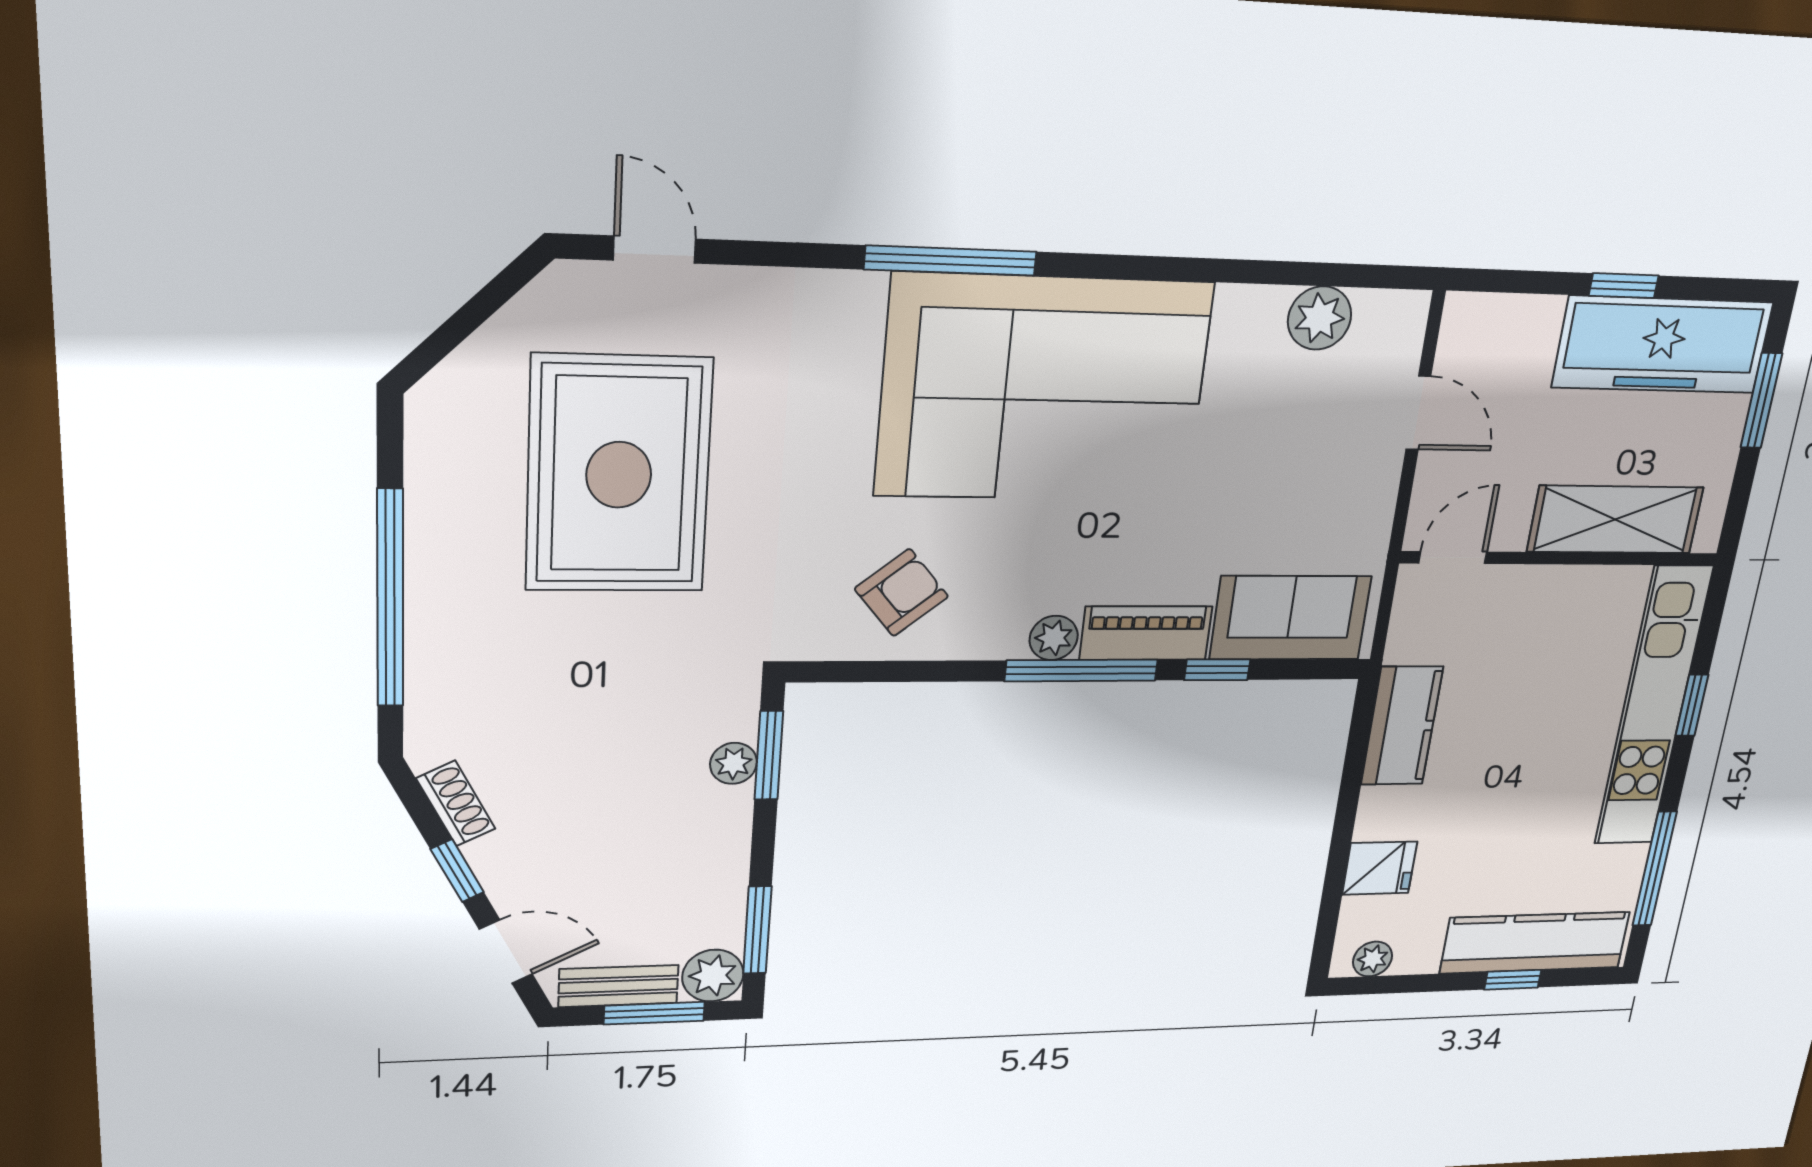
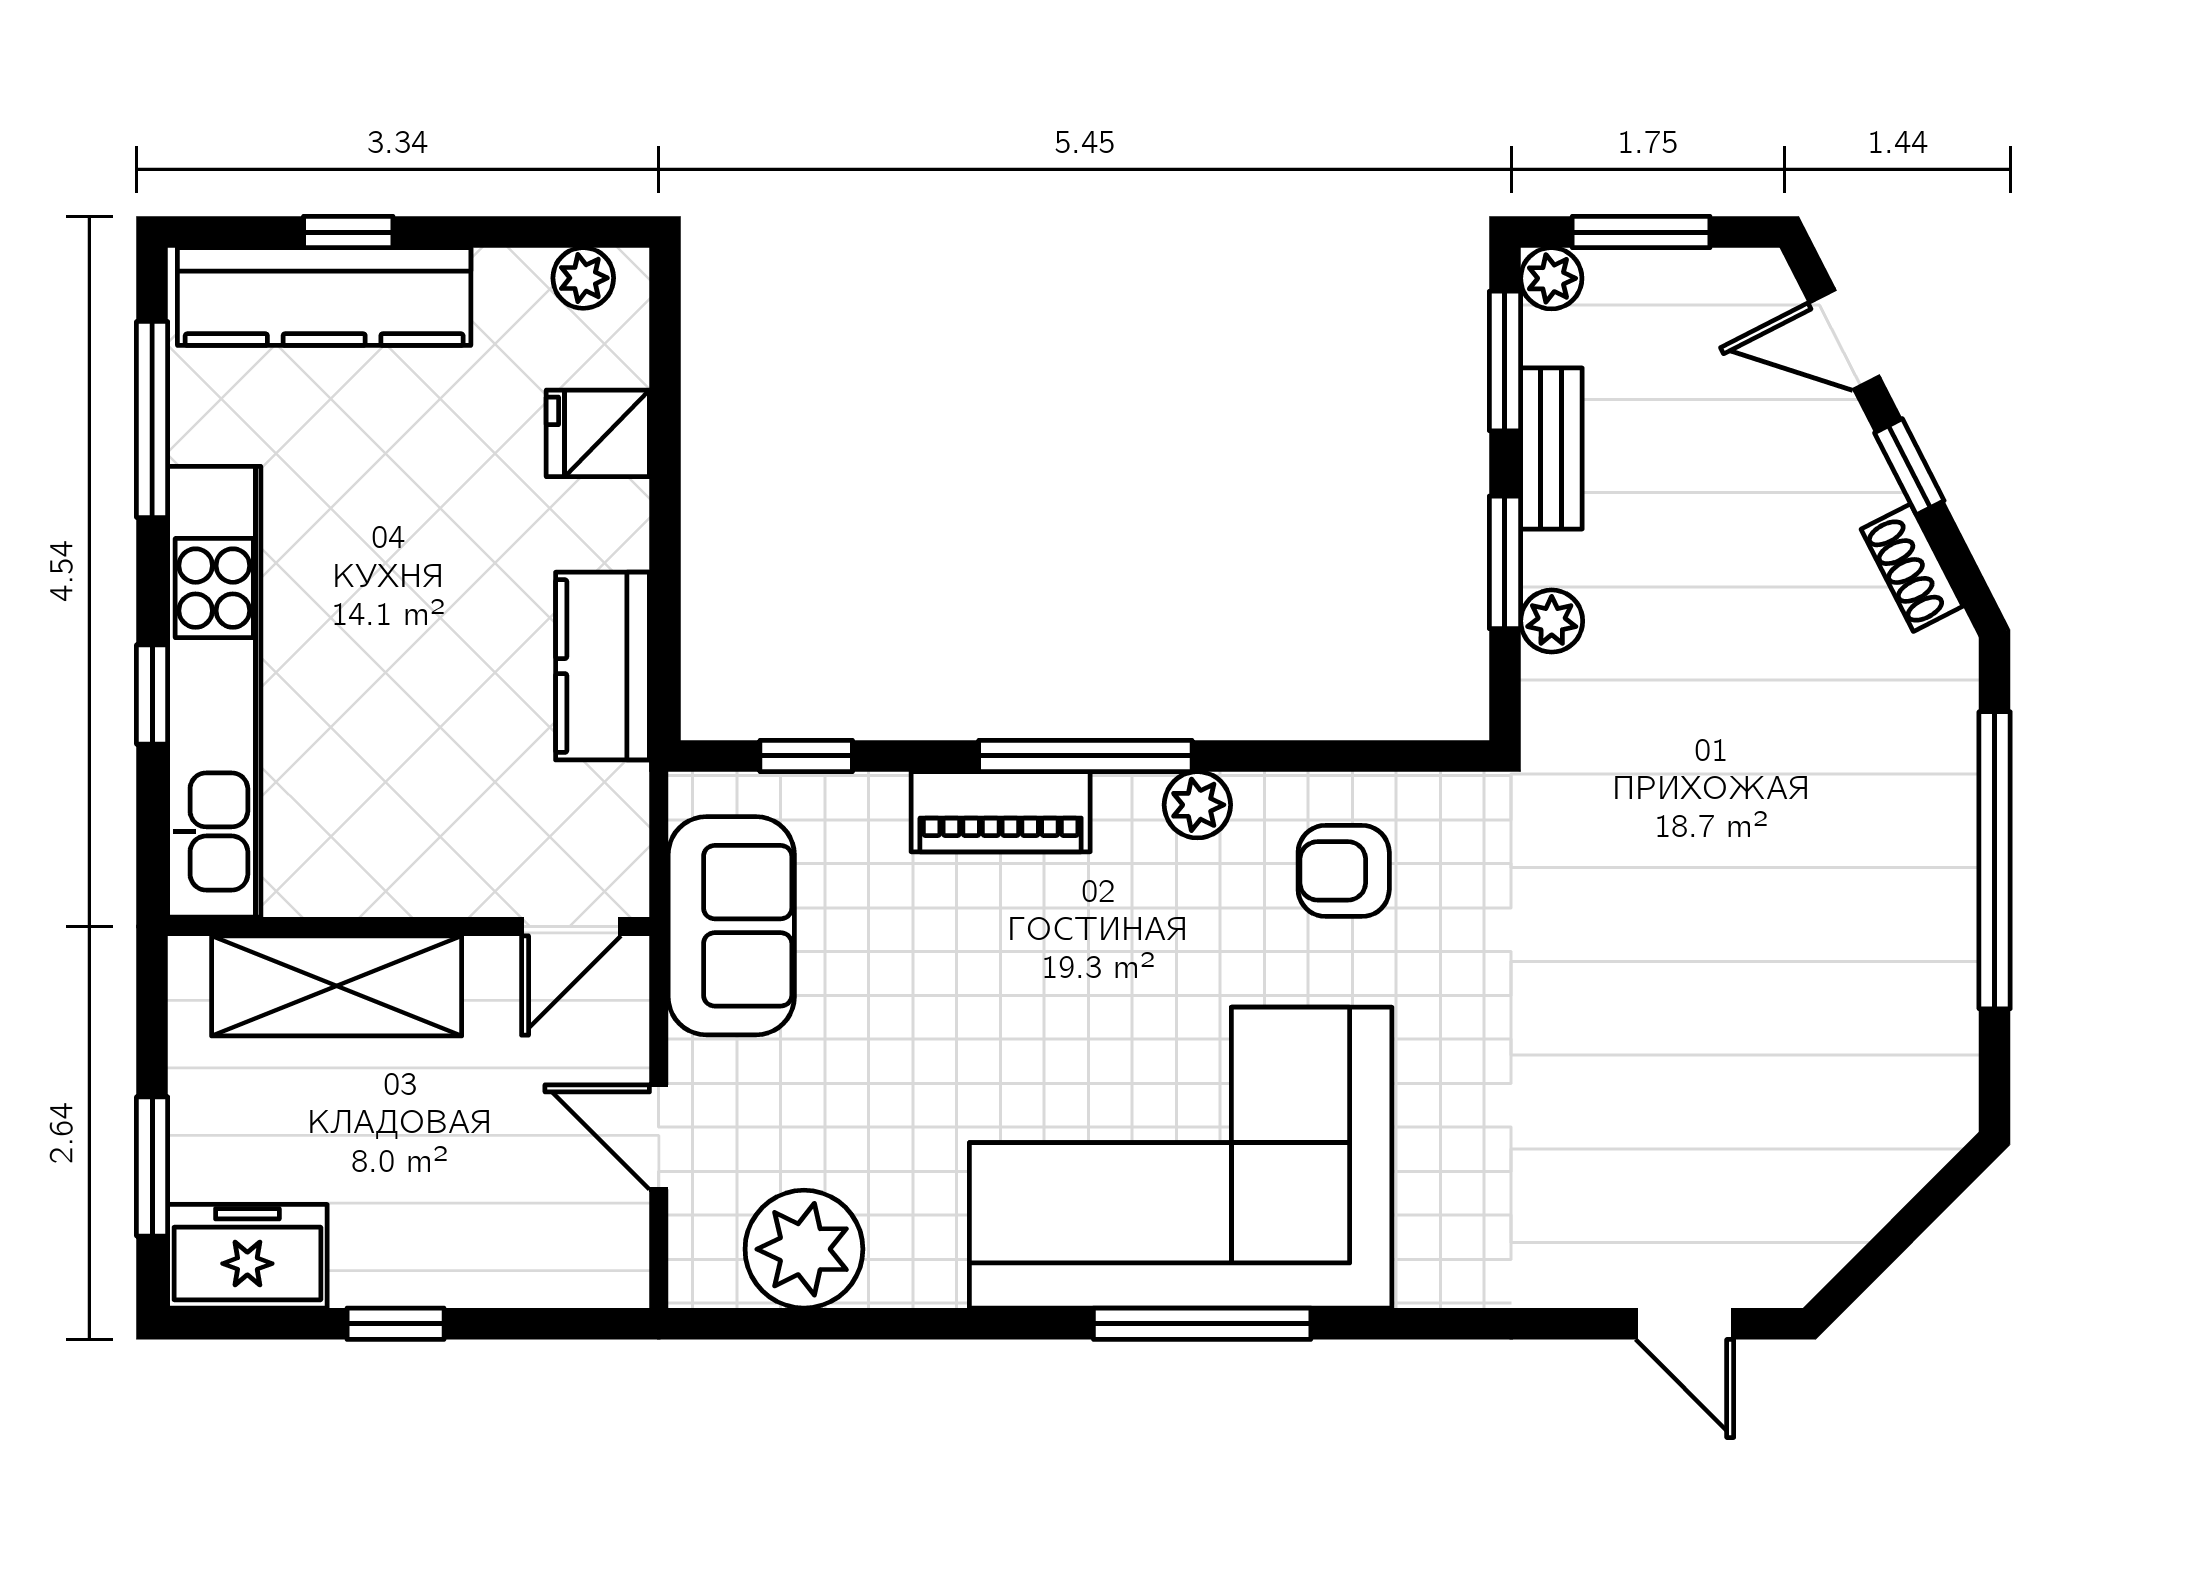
window: (951, 261) -> (1202, 1324), moved
plant: (1320, 318) -> (804, 1249), width x1.36, depth x1.36
freezer: (1663, 345) -> (247, 1256), width x0.52, depth x0.79
rug: (619, 475) -> (1717, 1031), removed
armchair: (901, 593) -> (1344, 871), turned 40
sofa: (1290, 618) -> (731, 926), moved, turned -90
plant: (1054, 638) -> (1197, 805), moved
window: (1217, 670) -> (806, 756), moved
window: (769, 755) -> (1505, 562), moved
plant: (713, 976) -> (1551, 278), width x0.73, depth x0.73
bench: (618, 986) -> (1551, 449), moved, turned 90

